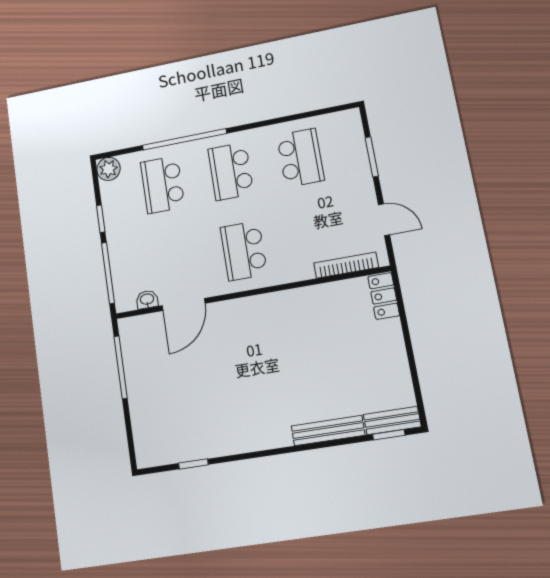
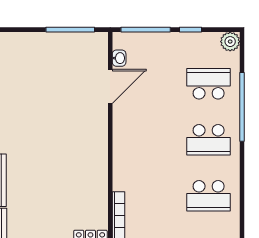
school desk: (231, 171) -> (209, 140), turned 180
school desk: (244, 251) -> (144, 140), removed
door: (184, 305) -> (110, 86), swing flipped

